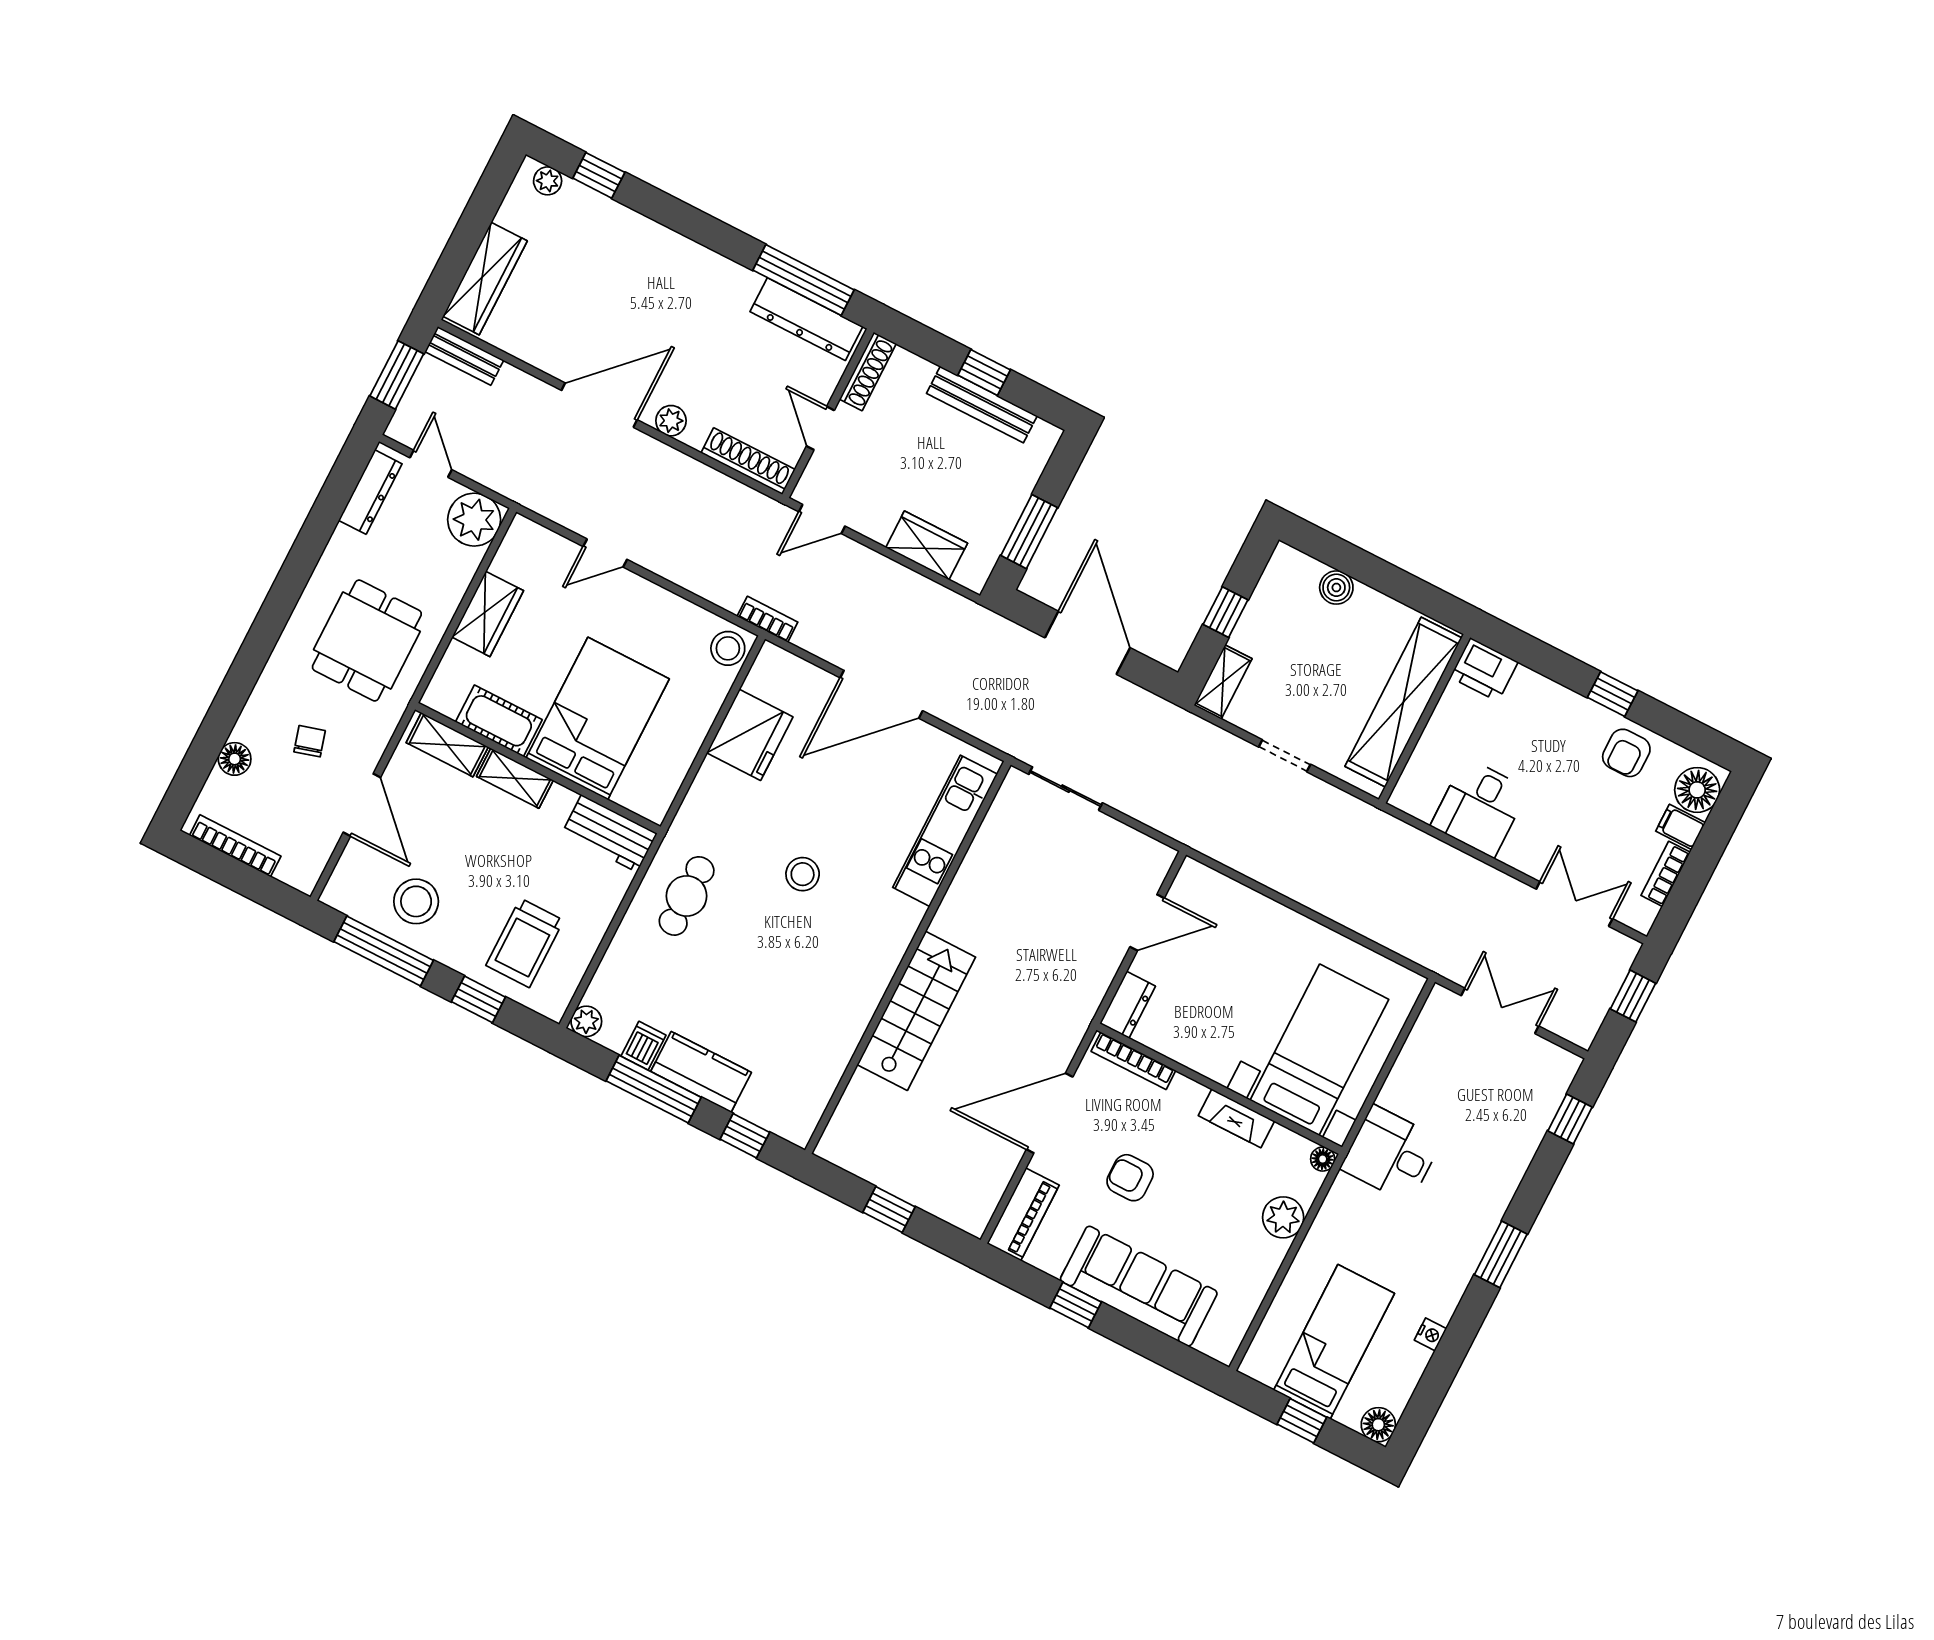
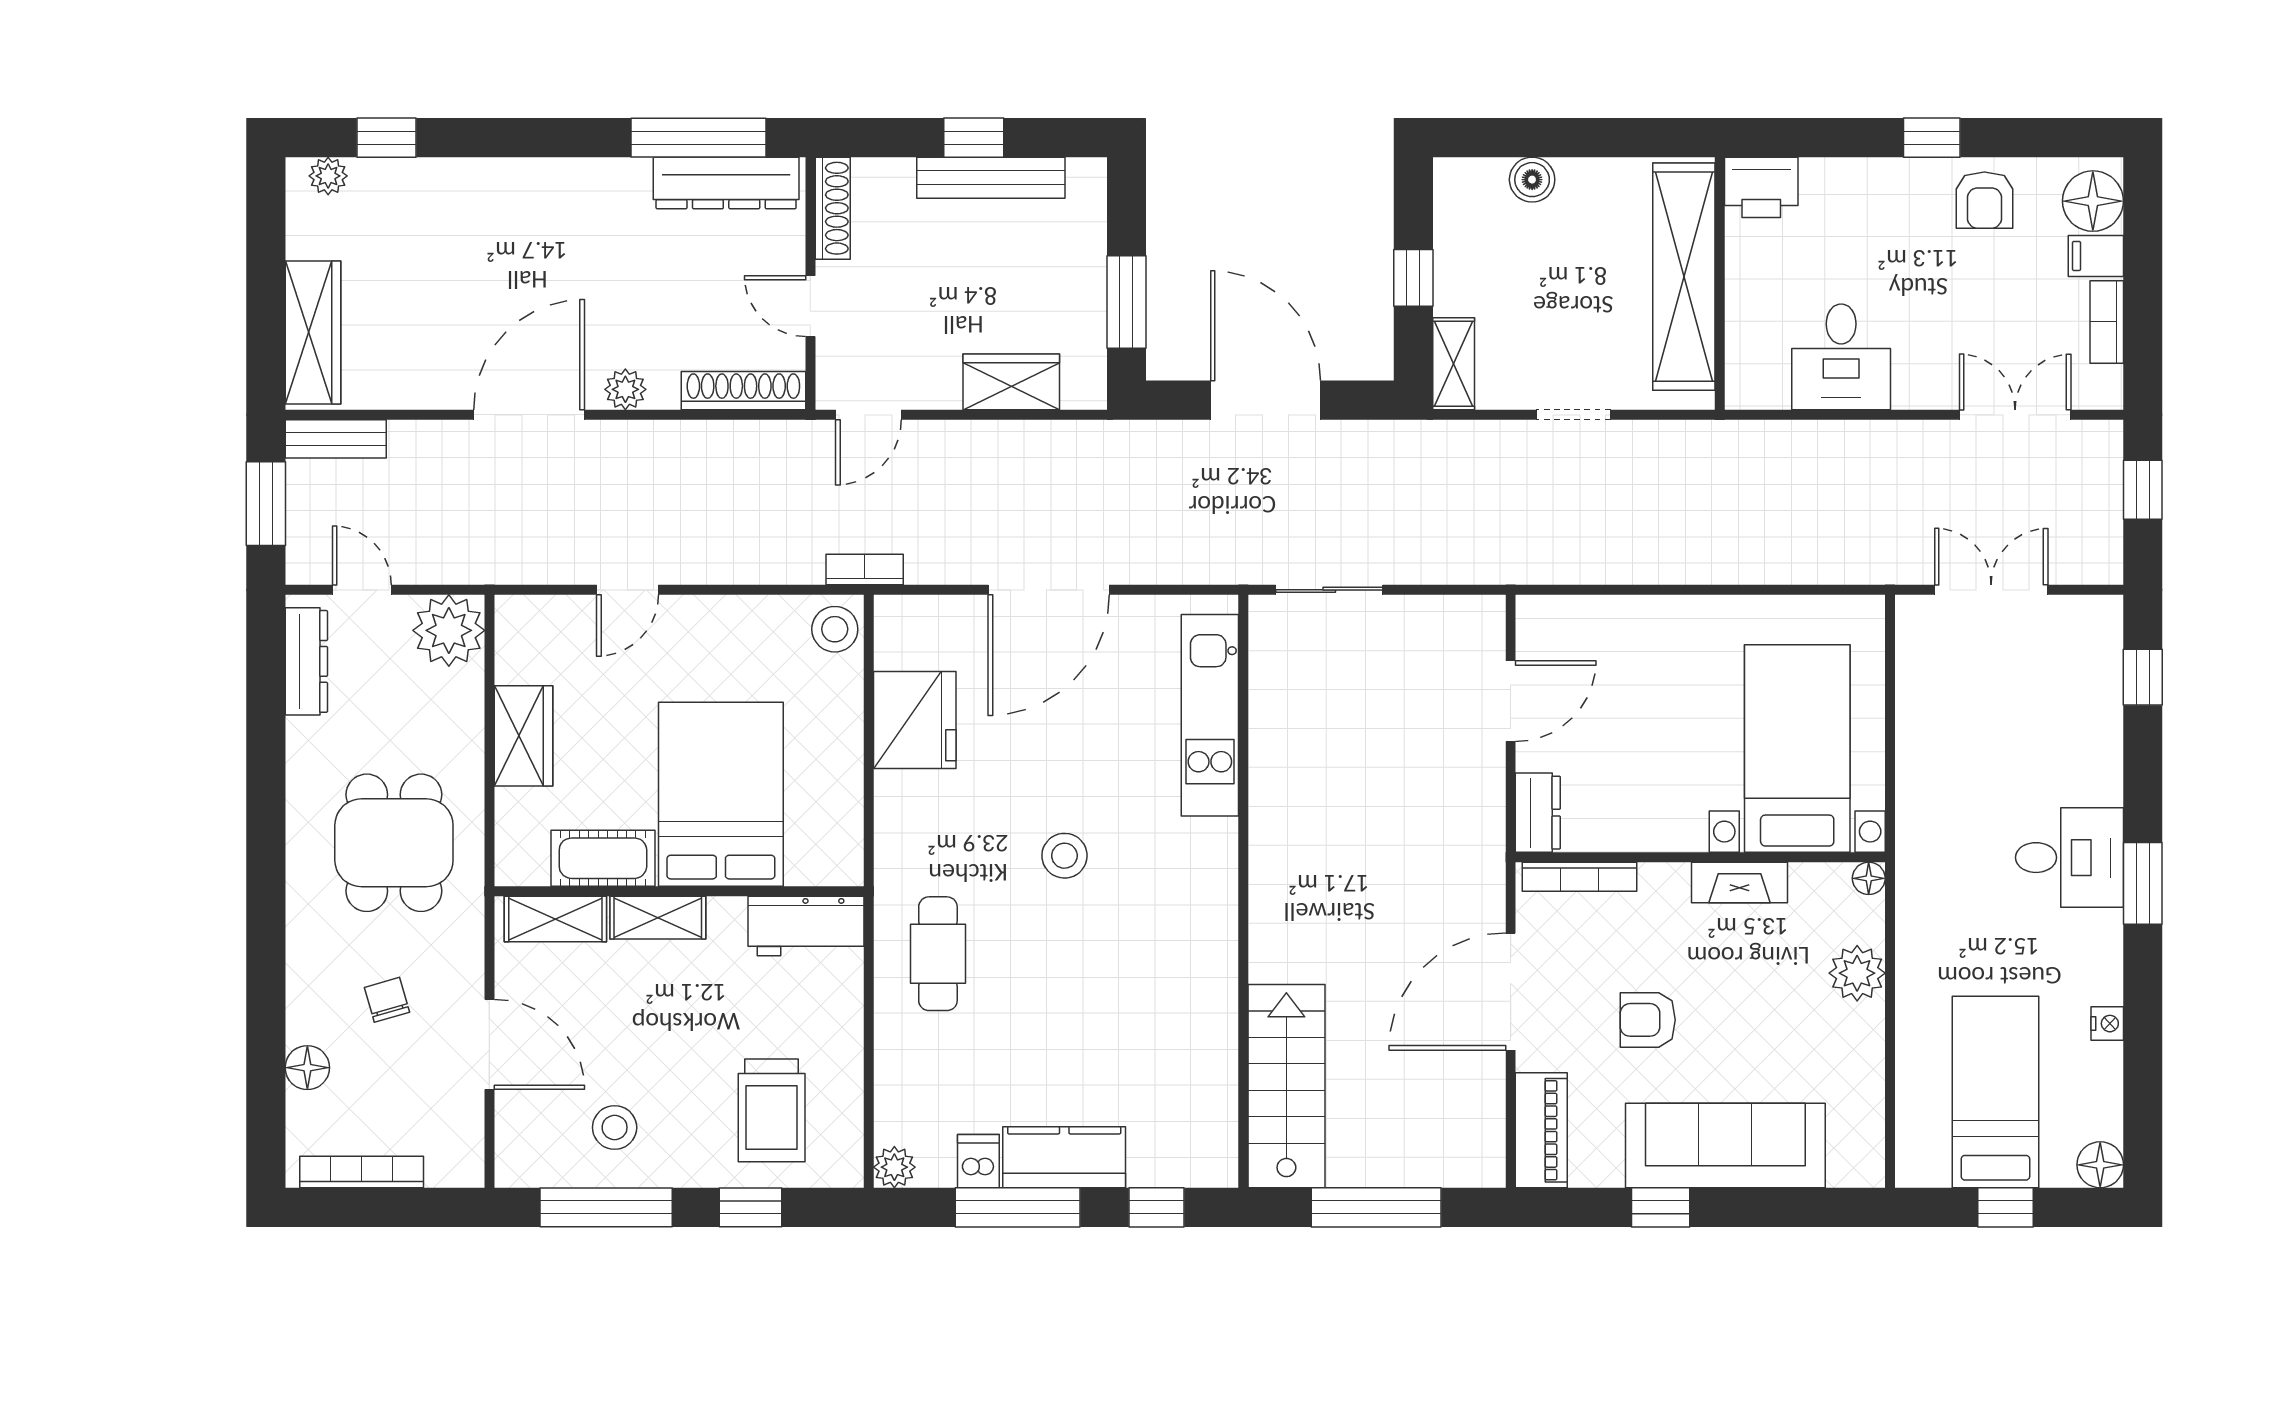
stool: (416, 901) -> (615, 1127), width x0.73, depth x0.73
stairs: (916, 1011) -> (1286, 1086), moved
desk: (1391, 1154) -> (2069, 858), moved, turned 180
window: (889, 1210) -> (1376, 1207), width x2.17

